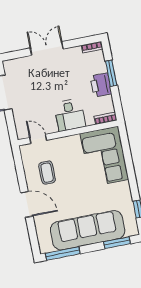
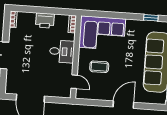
window: (111, 73) -> (38, 10), removed
door: (38, 139) -> (74, 82), swing flipped
coffee table: (47, 173) -> (99, 67), moved

